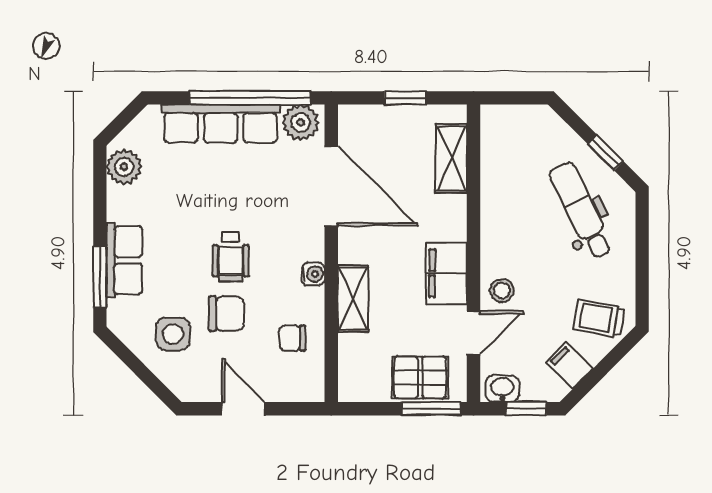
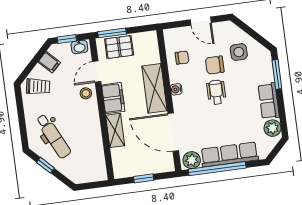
shelving: (451, 158) -> (115, 130), moved
row of seats: (124, 260) -> (269, 101), moved
shelving: (353, 299) -> (154, 88), width x1.50, depth x1.33

